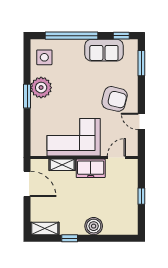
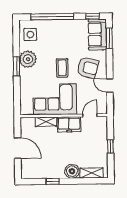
sofa: (104, 50) -> (97, 34), moved, turned 90
coffee table: (83, 99) -> (62, 68), added
door: (27, 184) -> (18, 148), moved
shelving: (45, 228) -> (92, 173), moved

